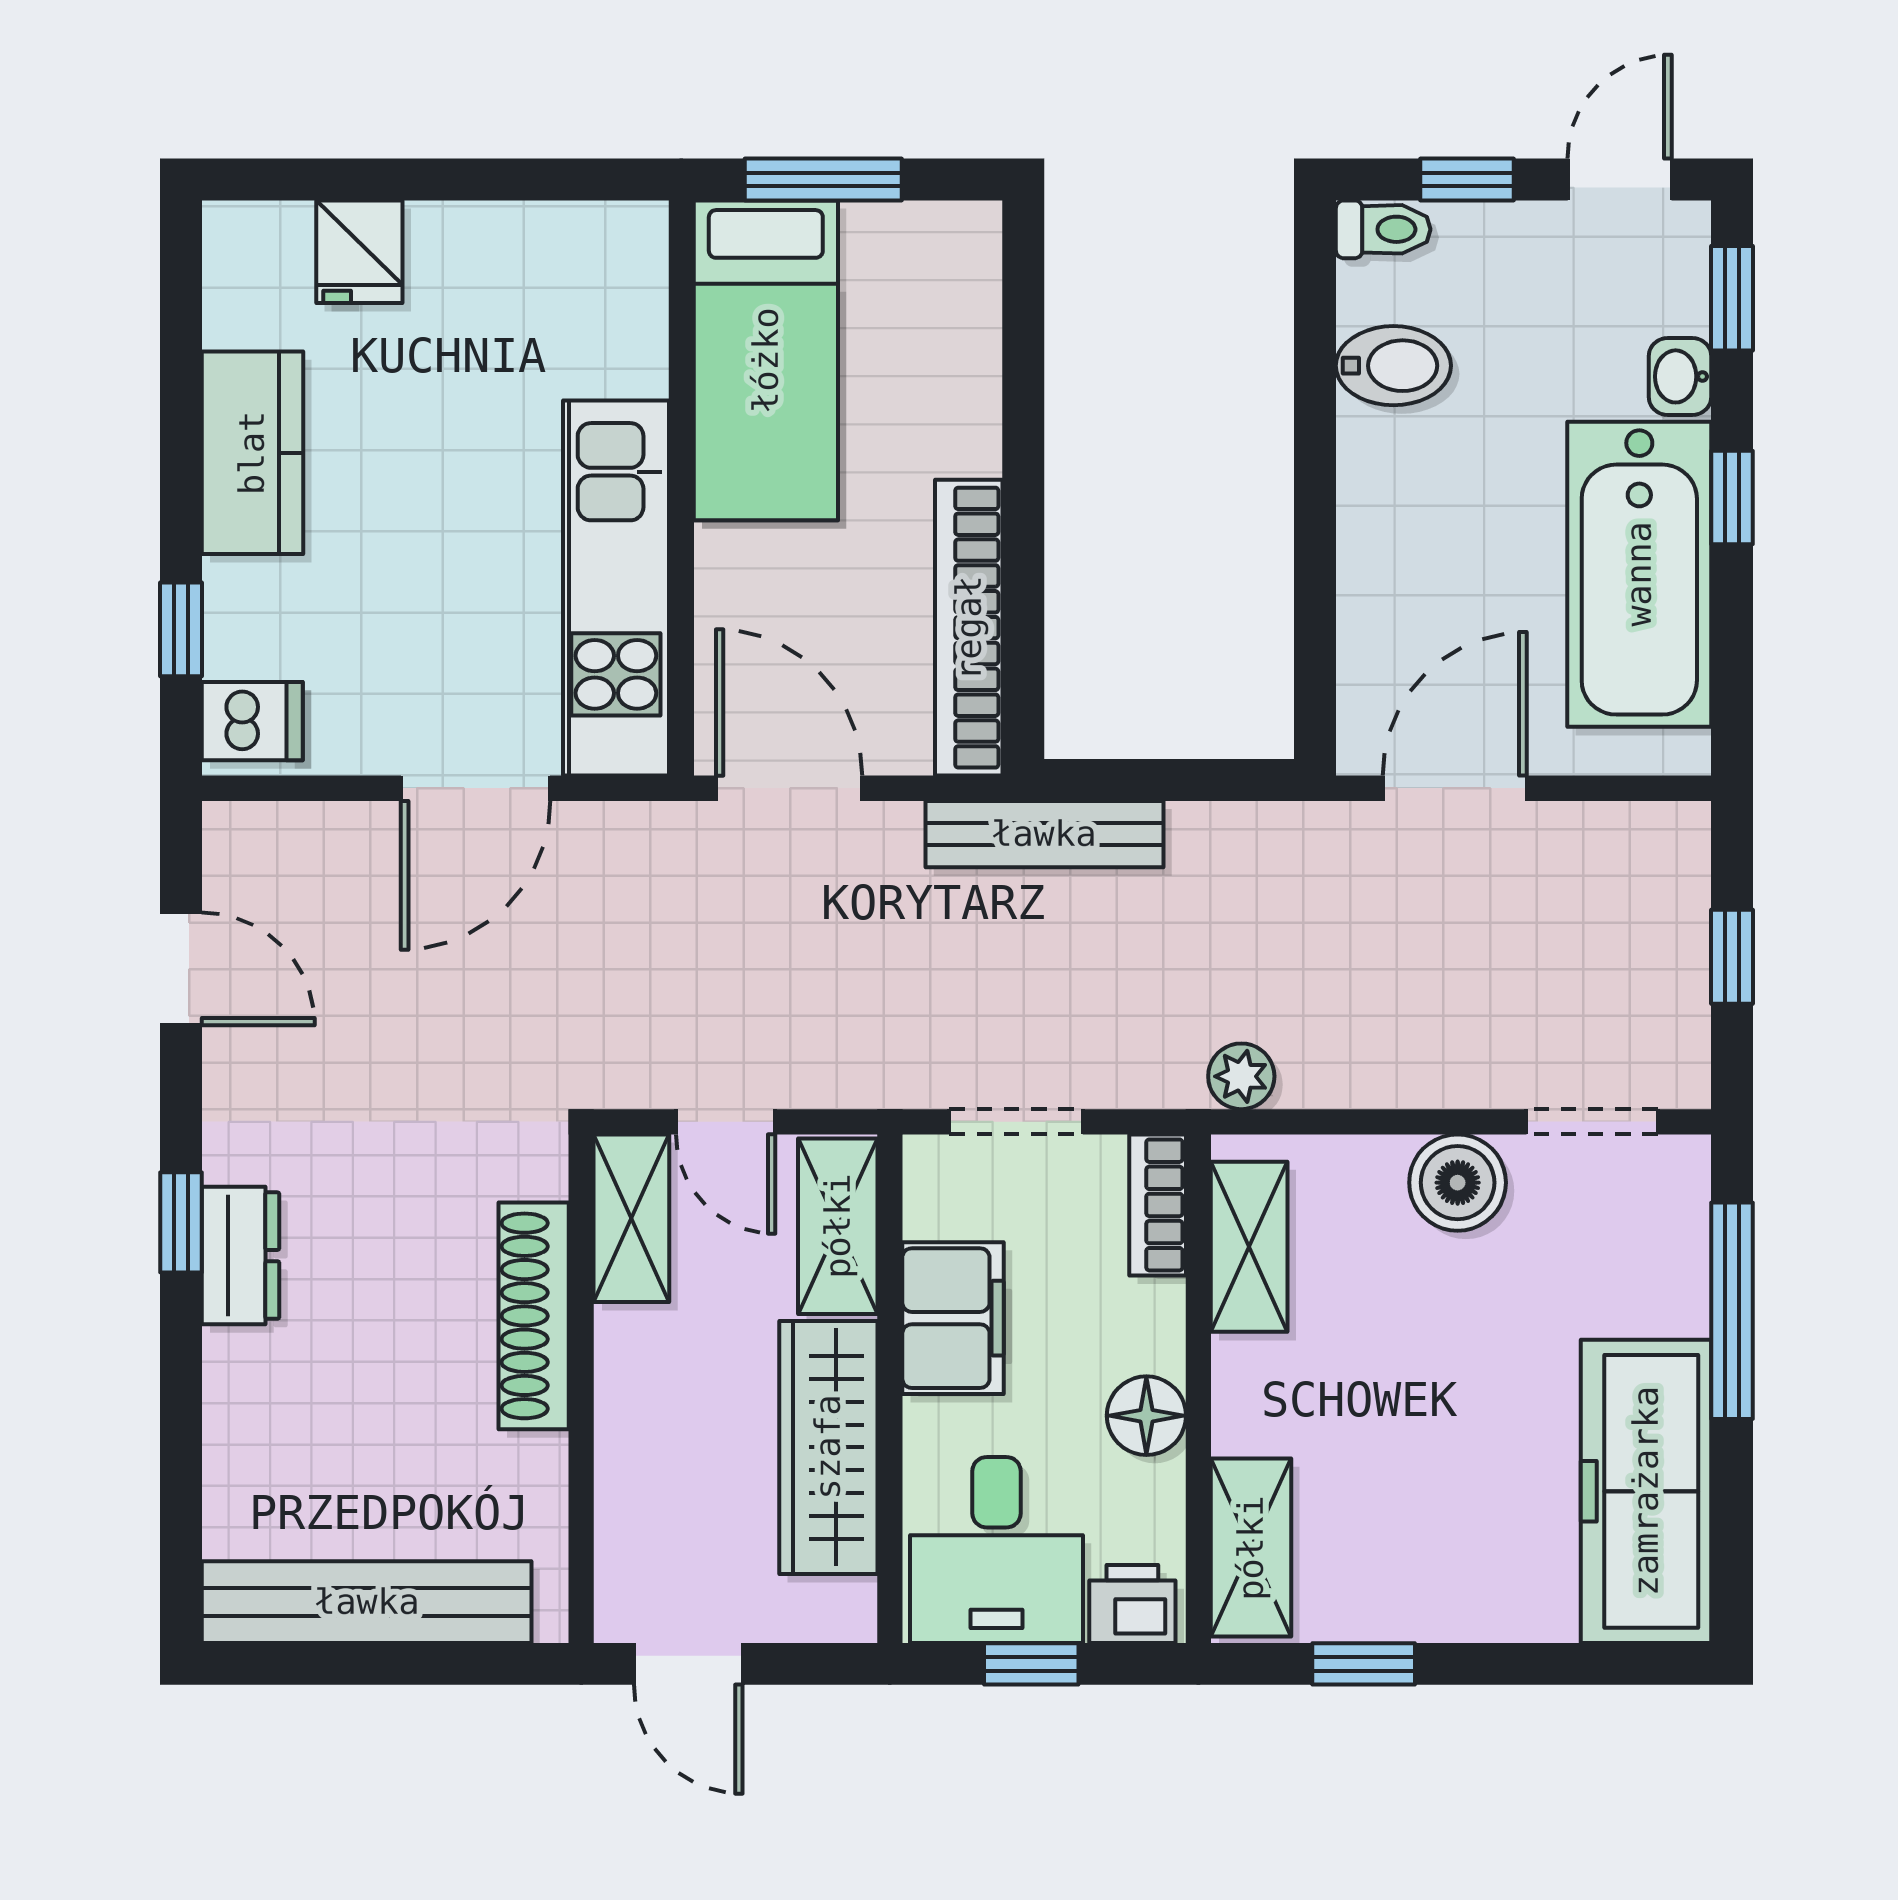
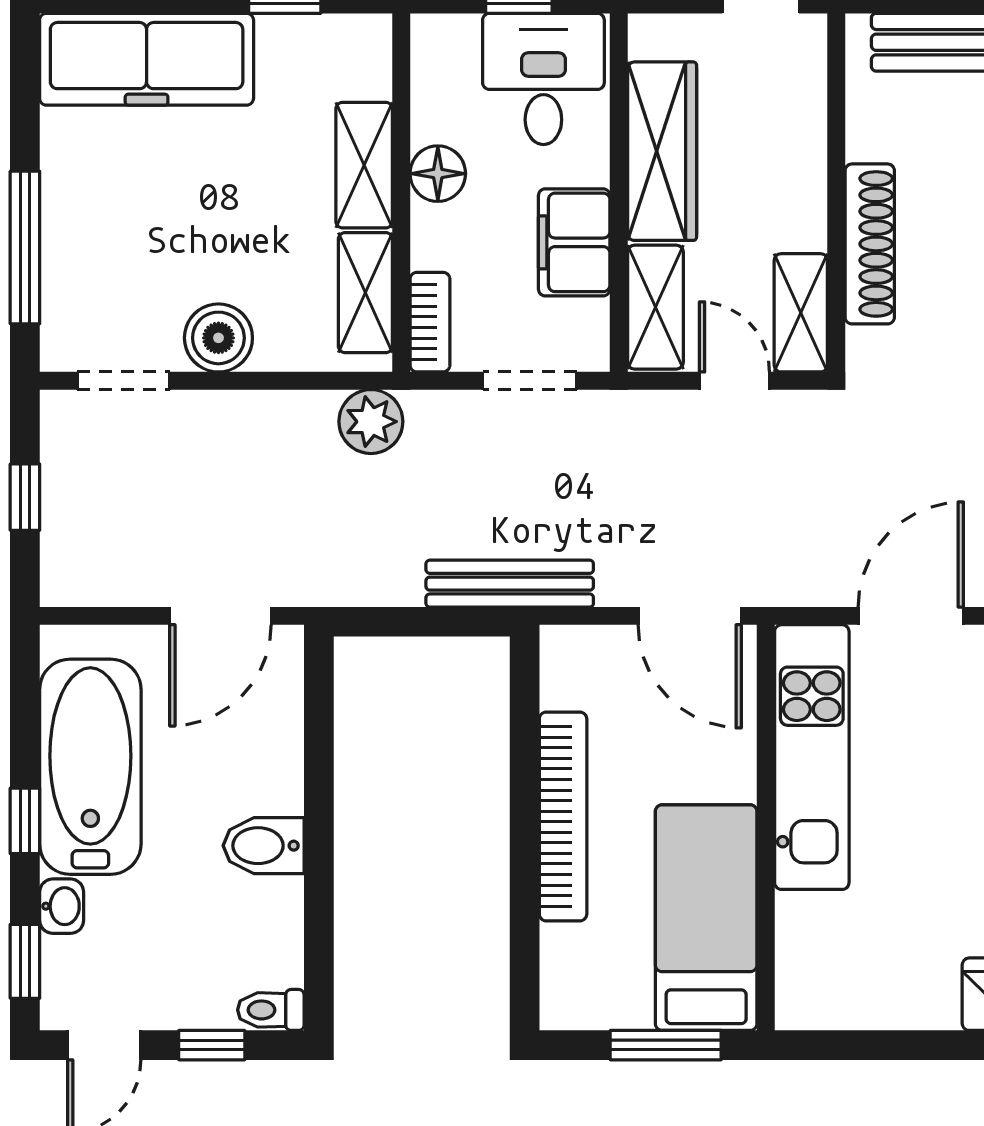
bidet: (1393, 366) -> (264, 846), moved
bookcase: (969, 628) -> (563, 816), moved
plant: (1241, 1076) -> (371, 422), width x1.38, depth x1.38
freezer: (1646, 1491) -> (147, 59), moved, turned 90
shelving: (1251, 1548) -> (364, 165), moved
printer: (1132, 1604) -> (448, 41), removed

